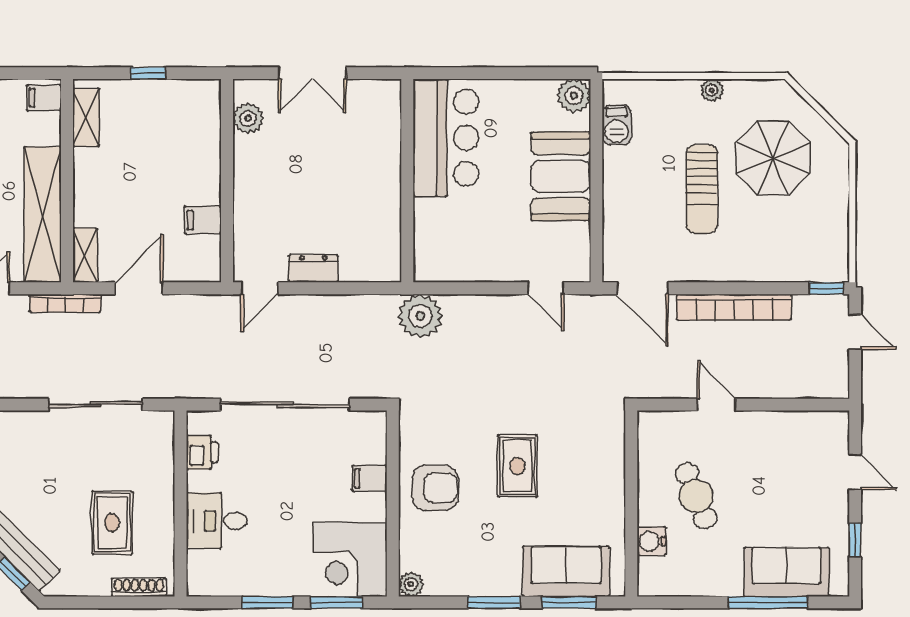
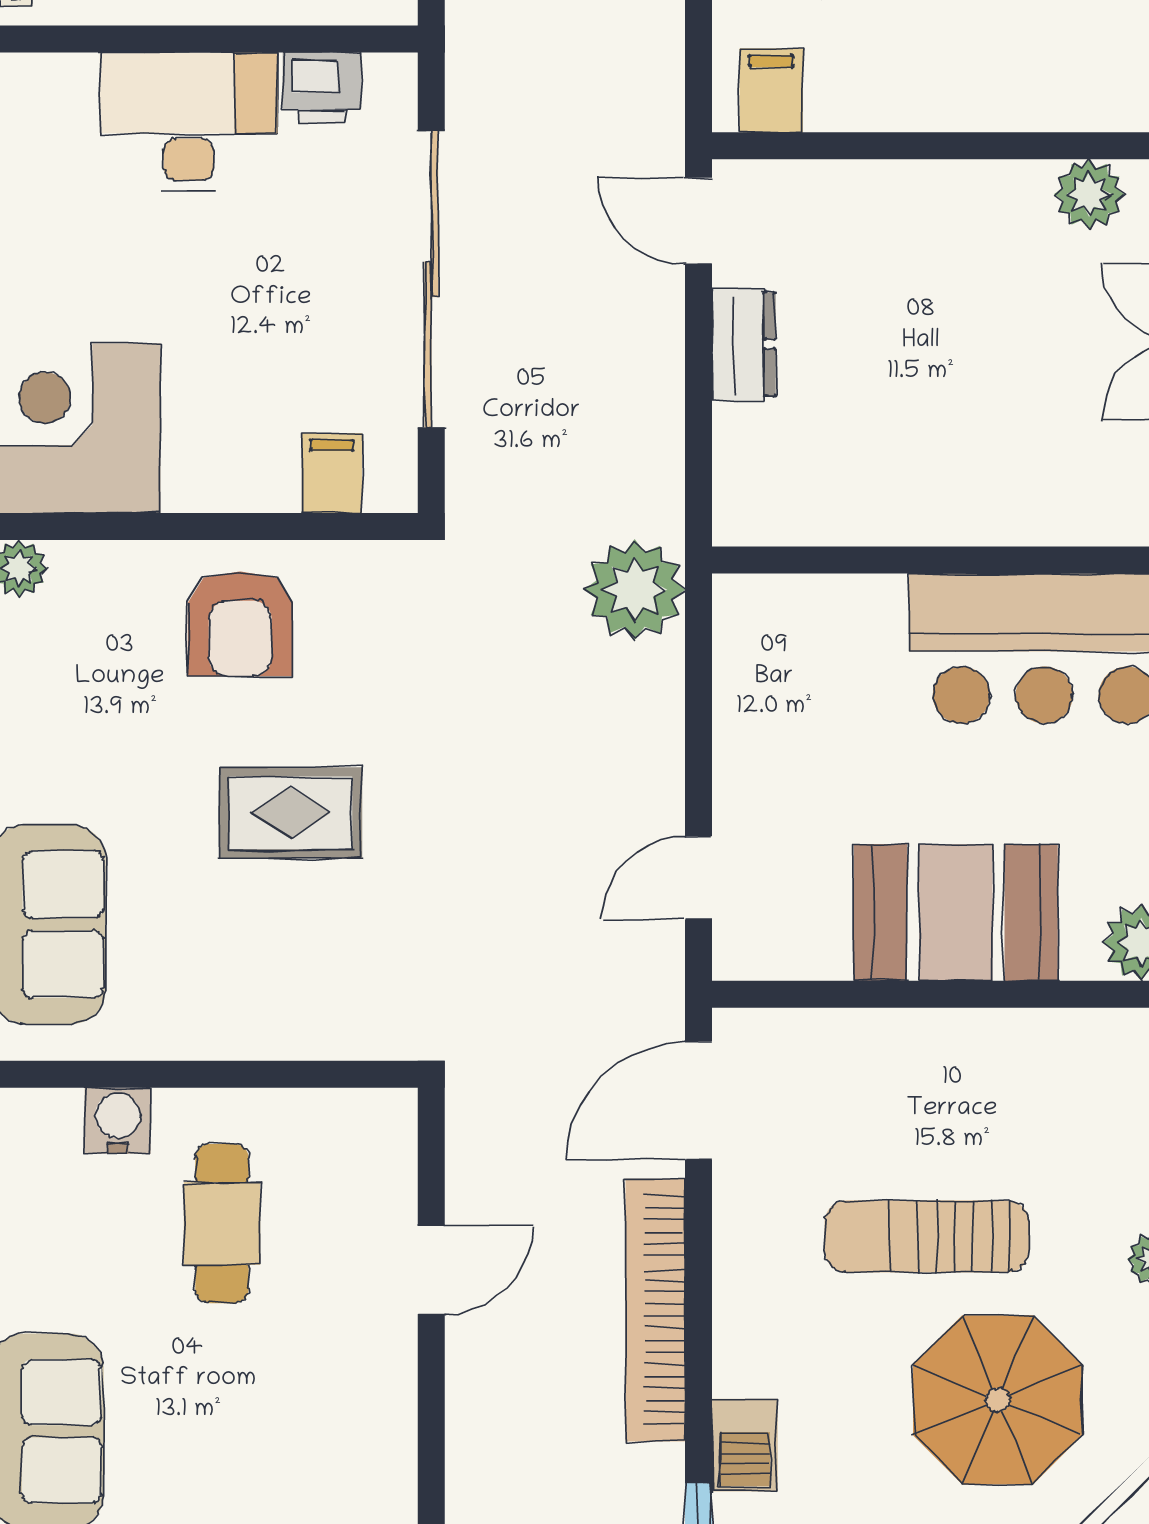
barbecue: (616, 125) -> (745, 1445), moved, turned -90
filing cabinet: (203, 220) -> (771, 90), moved
filing cabinet: (370, 478) -> (332, 473), moved
cafe table: (696, 496) -> (222, 1224), turned -68
desk: (217, 521) -> (189, 122), width x1.37

